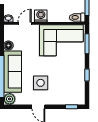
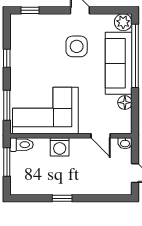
washing machine: (41, 16) -> (60, 147), moved
door: (25, 23) -> (101, 136), hinge flipped

